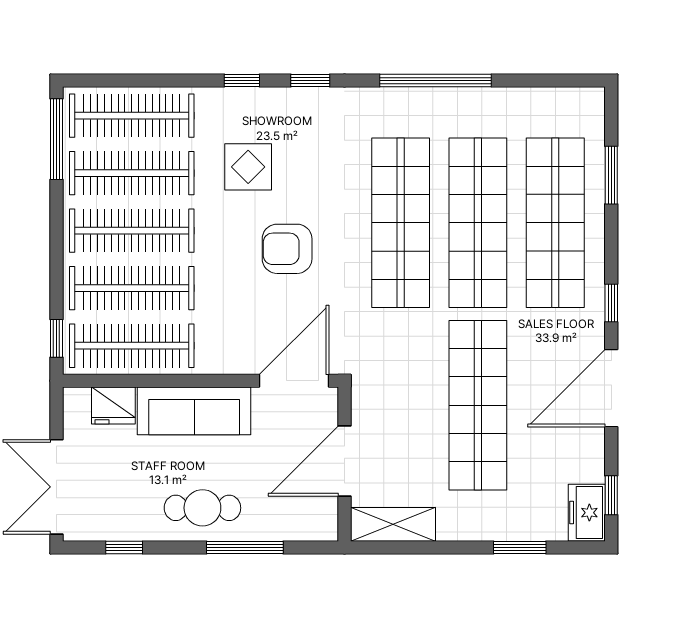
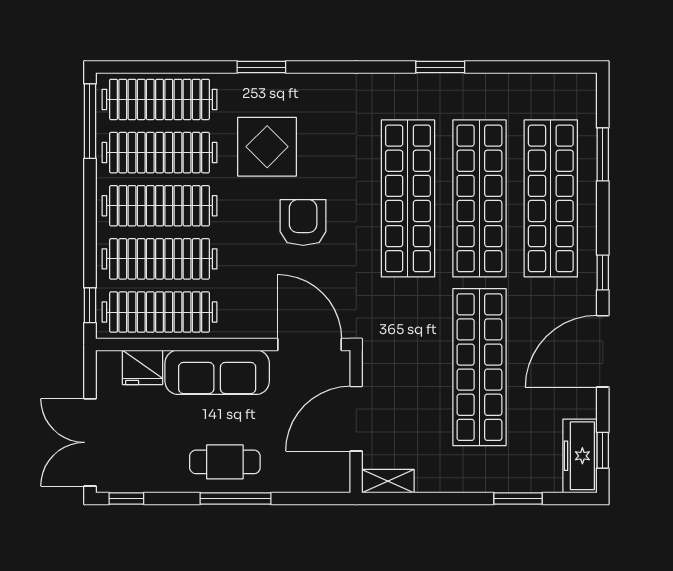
window: (242, 81) -> (261, 67), width x1.50
window: (310, 81) -> (324, 67), removed
window: (436, 81) -> (440, 67), width x0.47
display table: (248, 167) -> (267, 147), width x1.36, depth x1.36
armchair: (287, 249) -> (303, 223), turned 90
door: (294, 381) -> (309, 344), hinge flipped
freezer: (587, 513) -> (580, 456), width x1.40
shelving: (393, 524) -> (388, 481), width x0.67, depth x0.75
window: (124, 547) -> (126, 498), moved
window: (245, 547) -> (235, 498), moved

